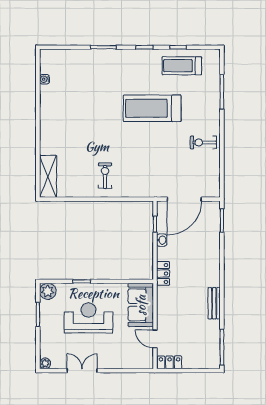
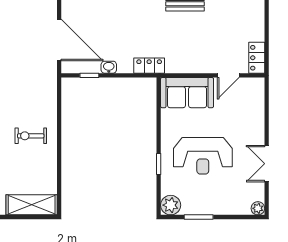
reception desk: (88, 318) -> (203, 156), turned -90

